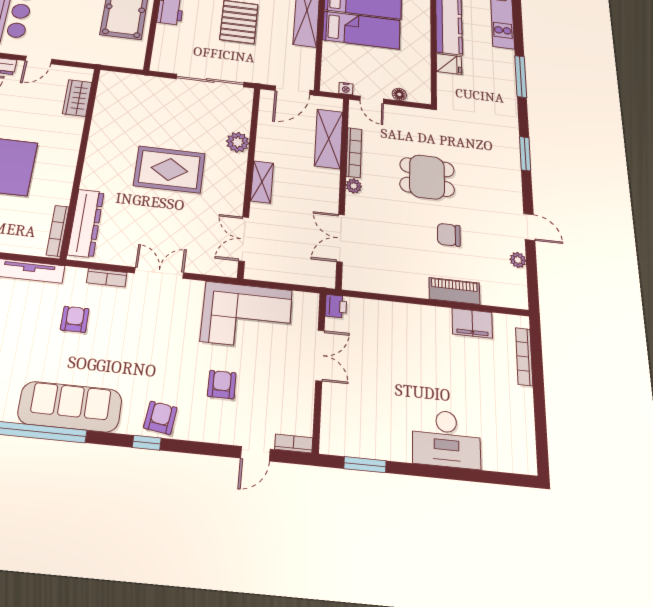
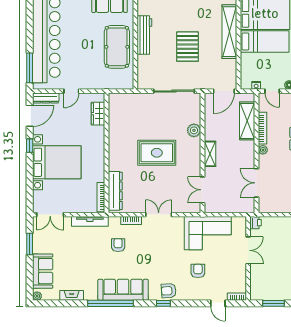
armchair: (160, 418) -> (169, 291), turned -102
door: (255, 454) -> (218, 303), hinge flipped

